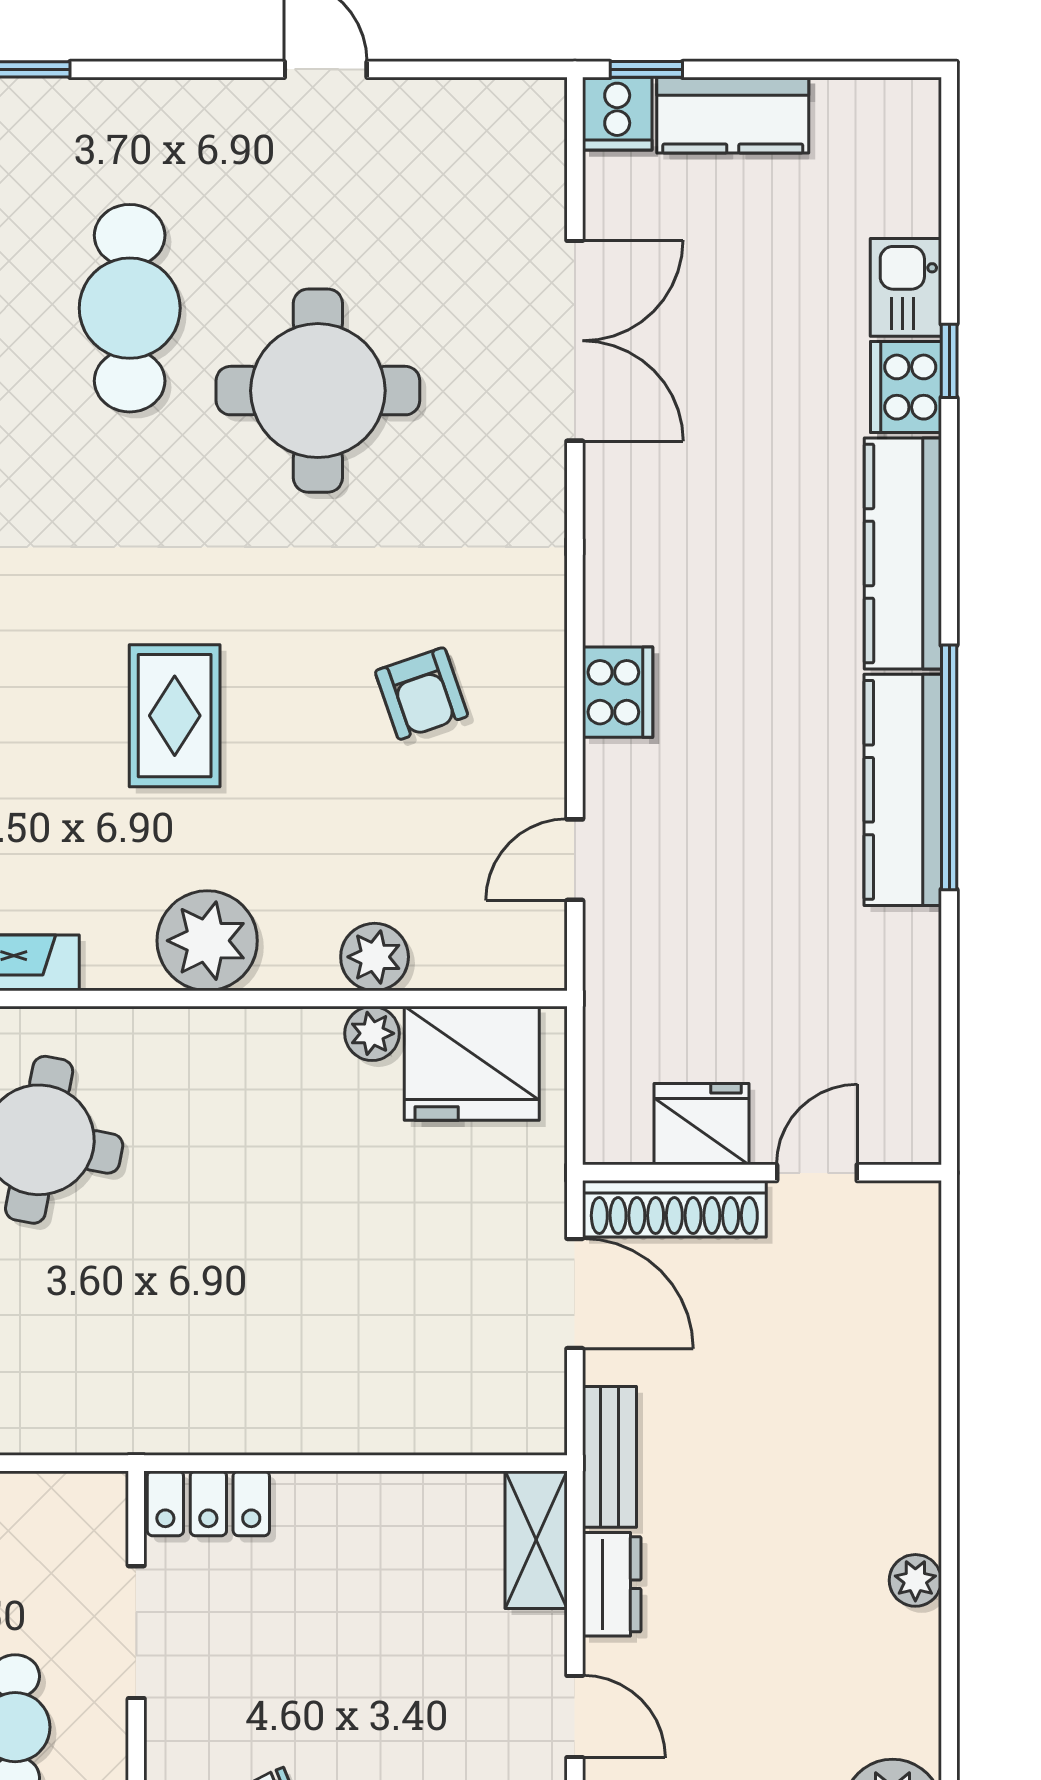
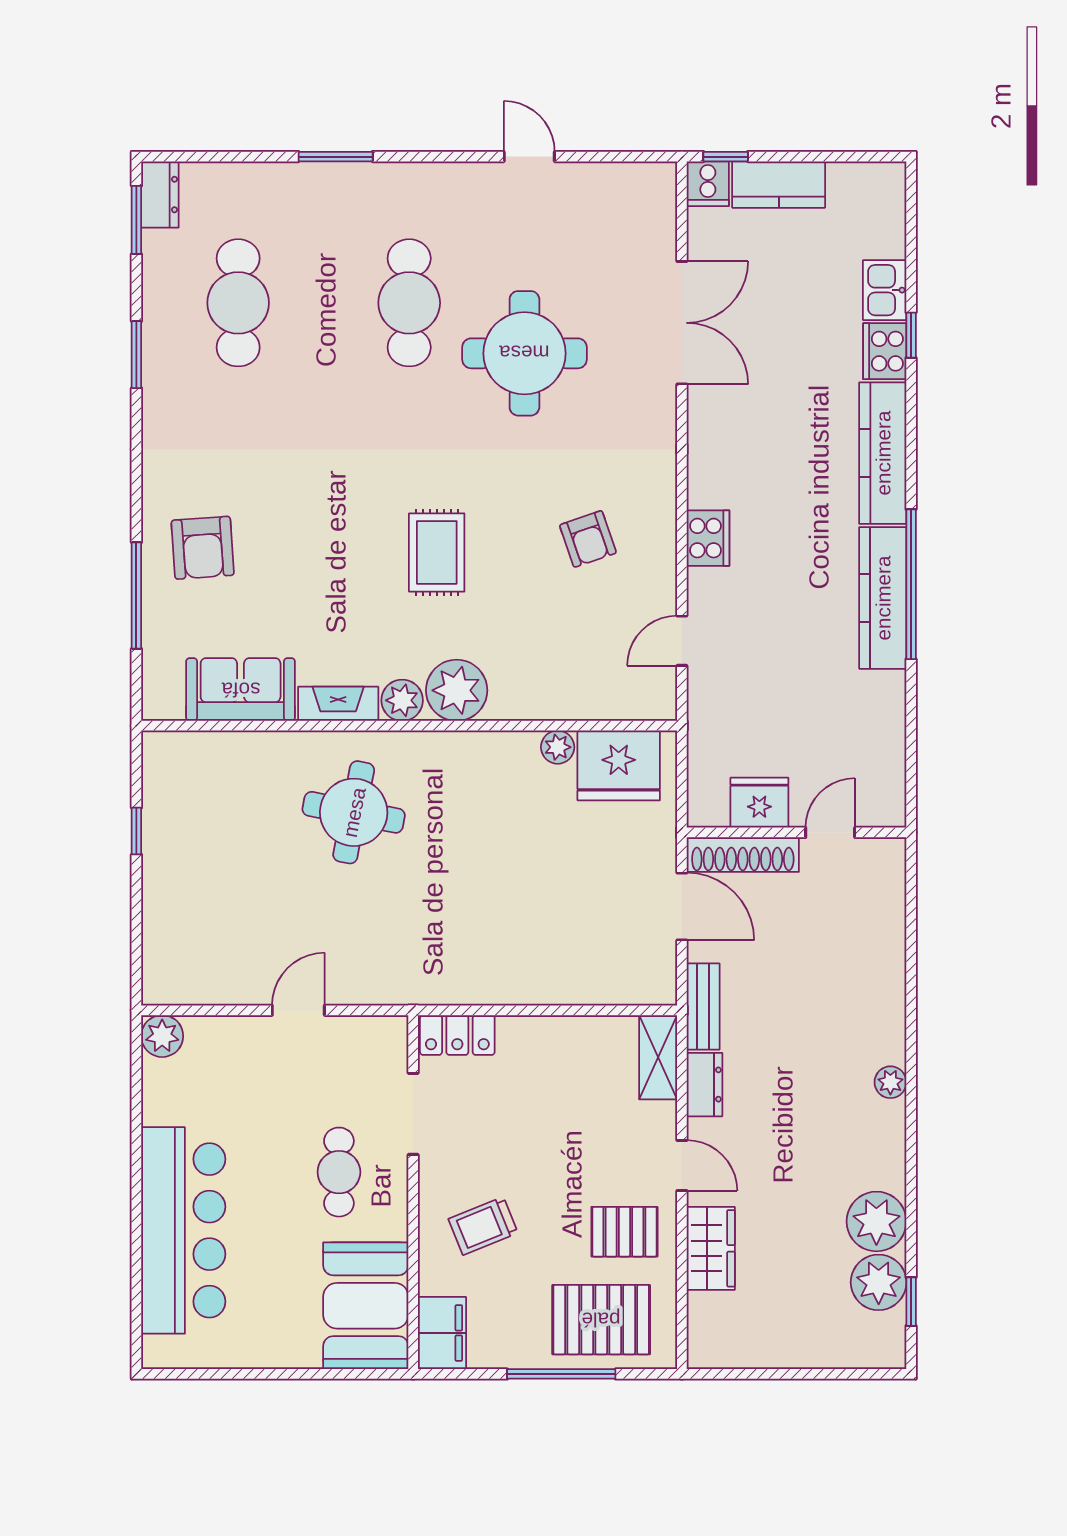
plant: (375, 957) -> (402, 700), moved

